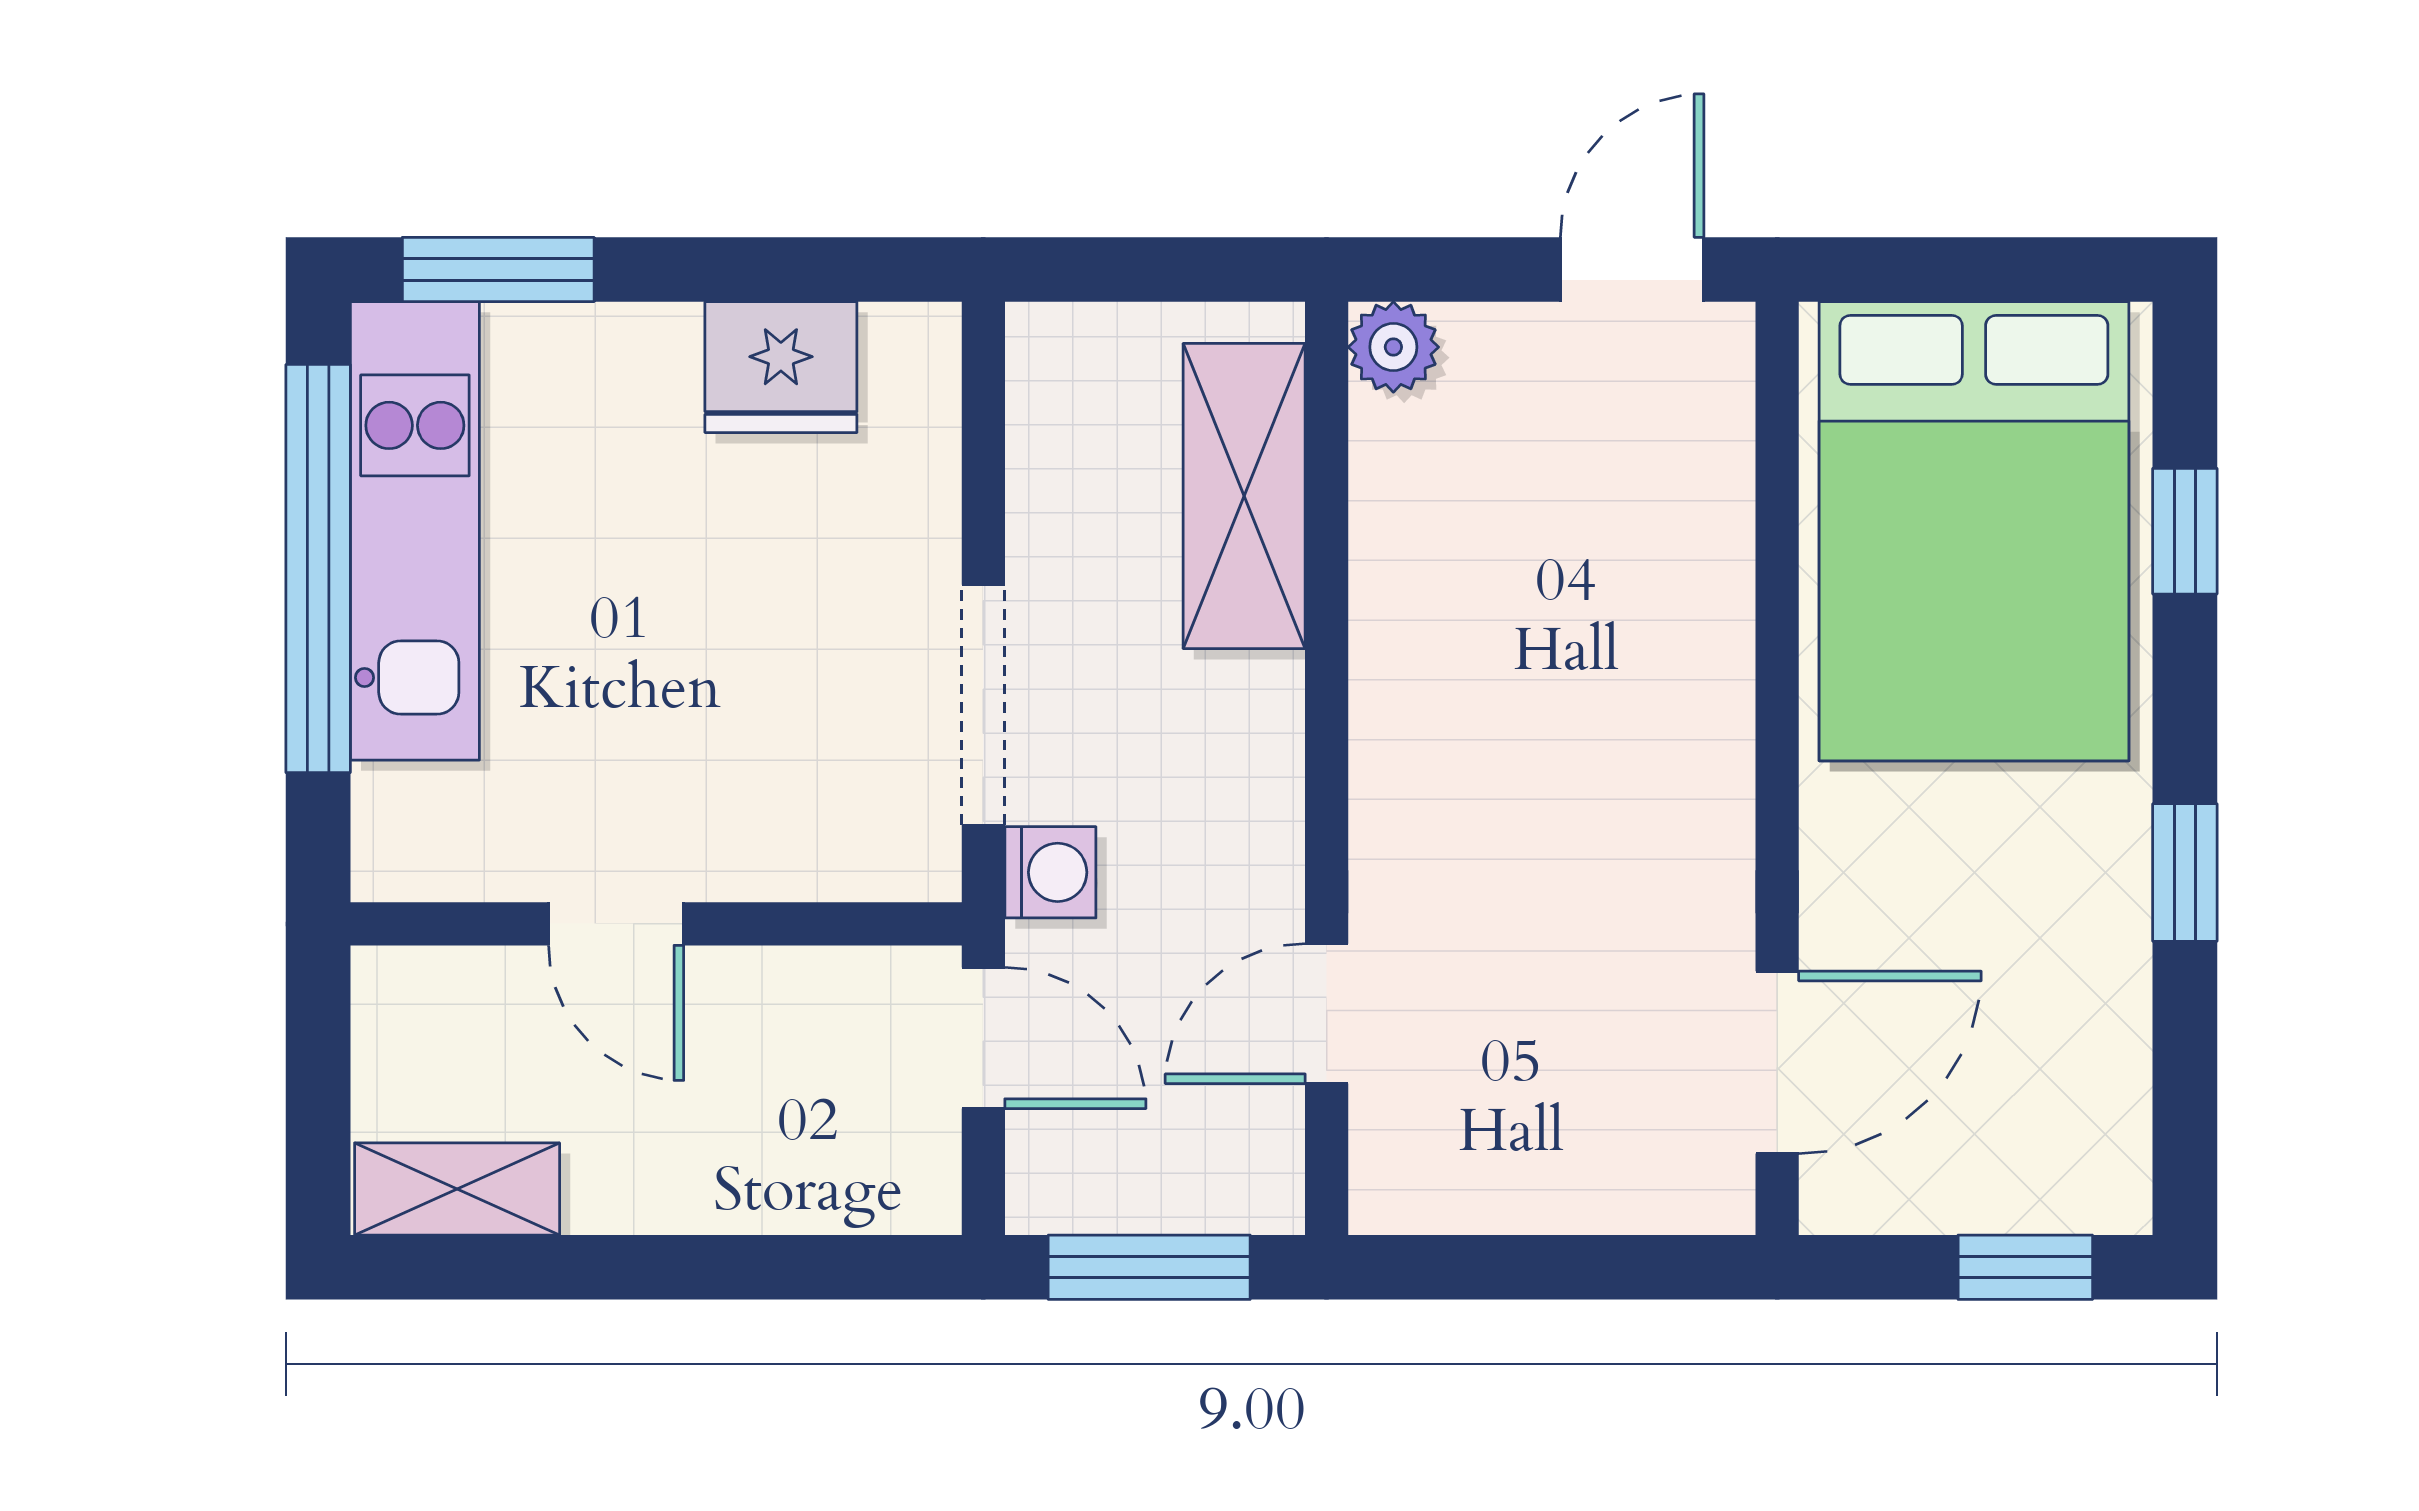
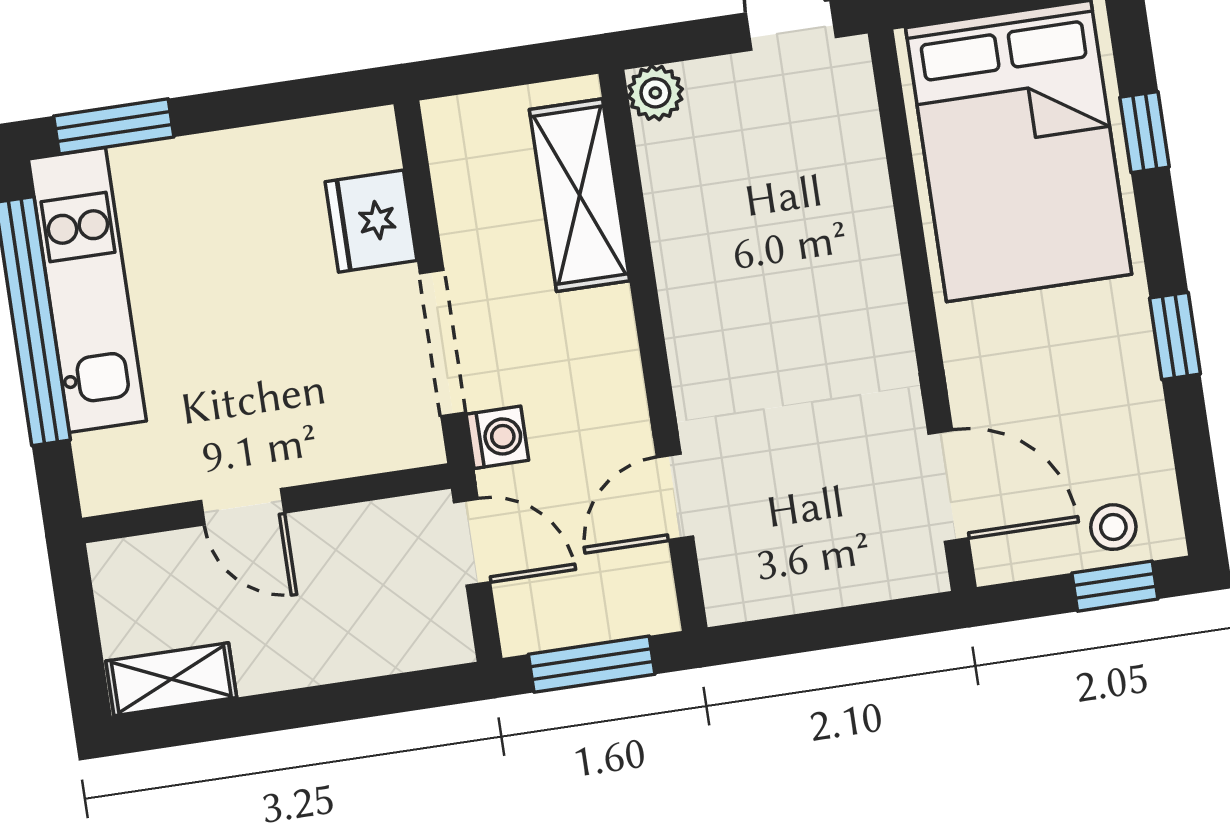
fridge: (781, 367) -> (371, 221), moved, turned 90
door: (1777, 1062) -> (948, 486), hinge flipped
stool: (2037, 1170) -> (1113, 527), added

